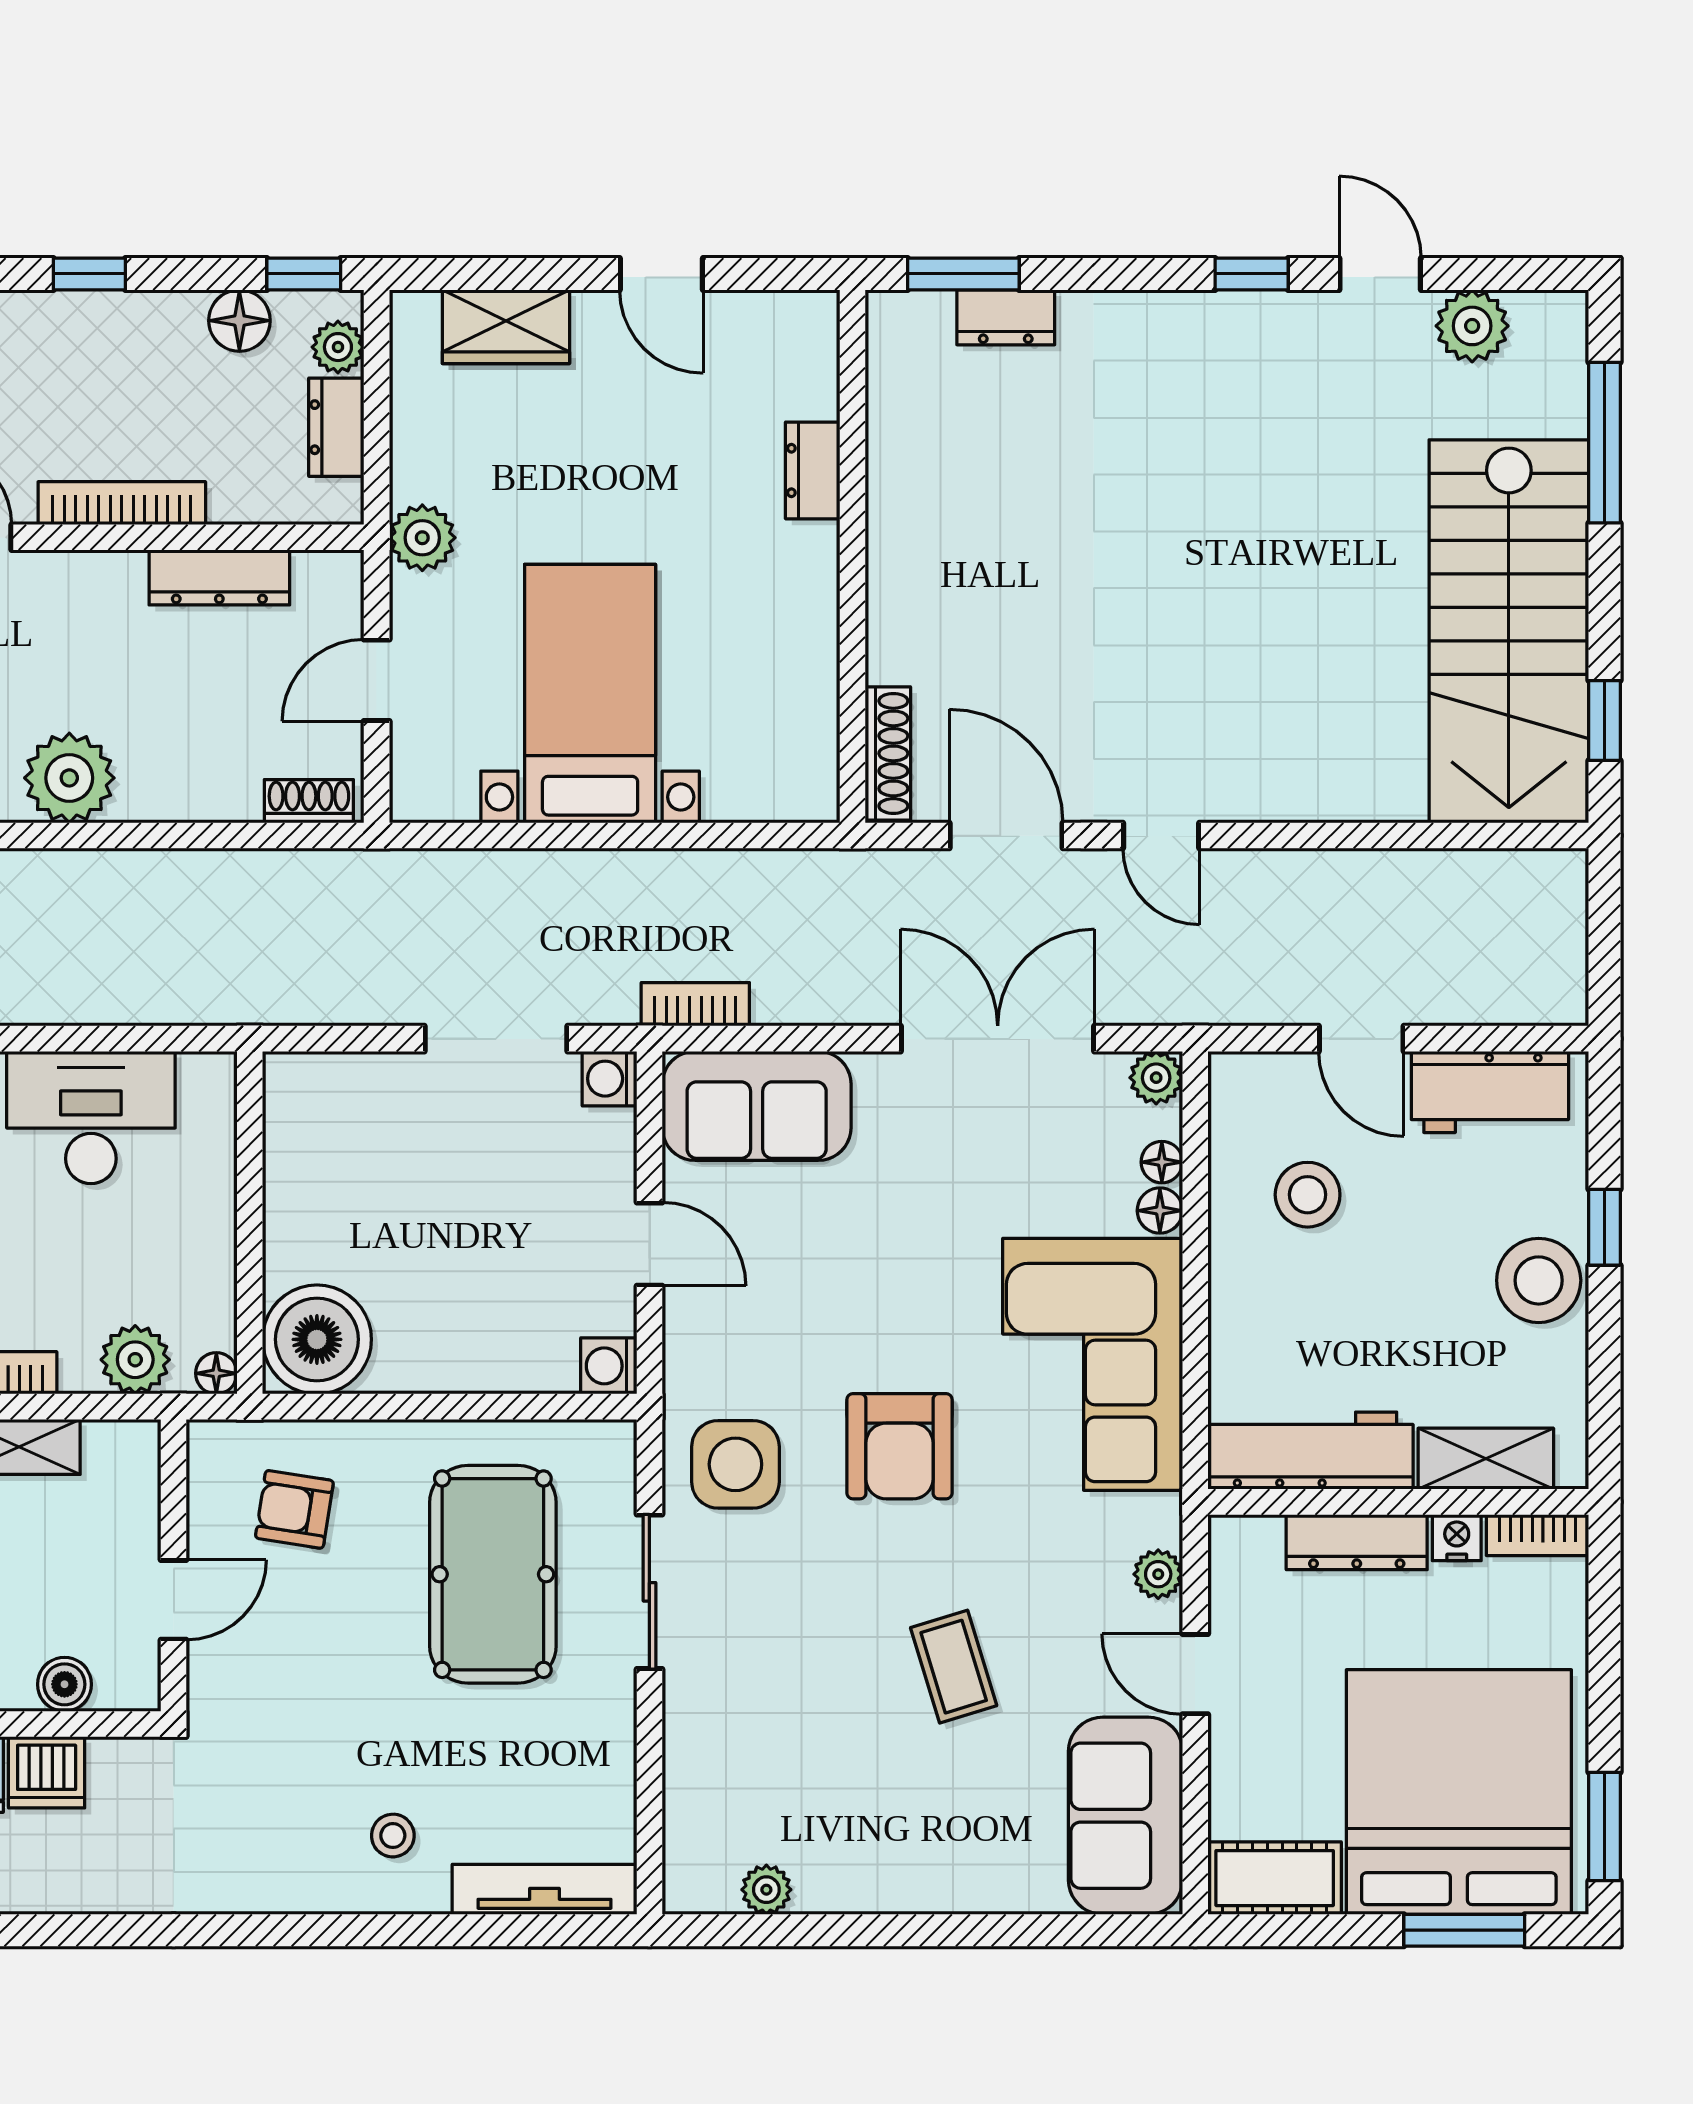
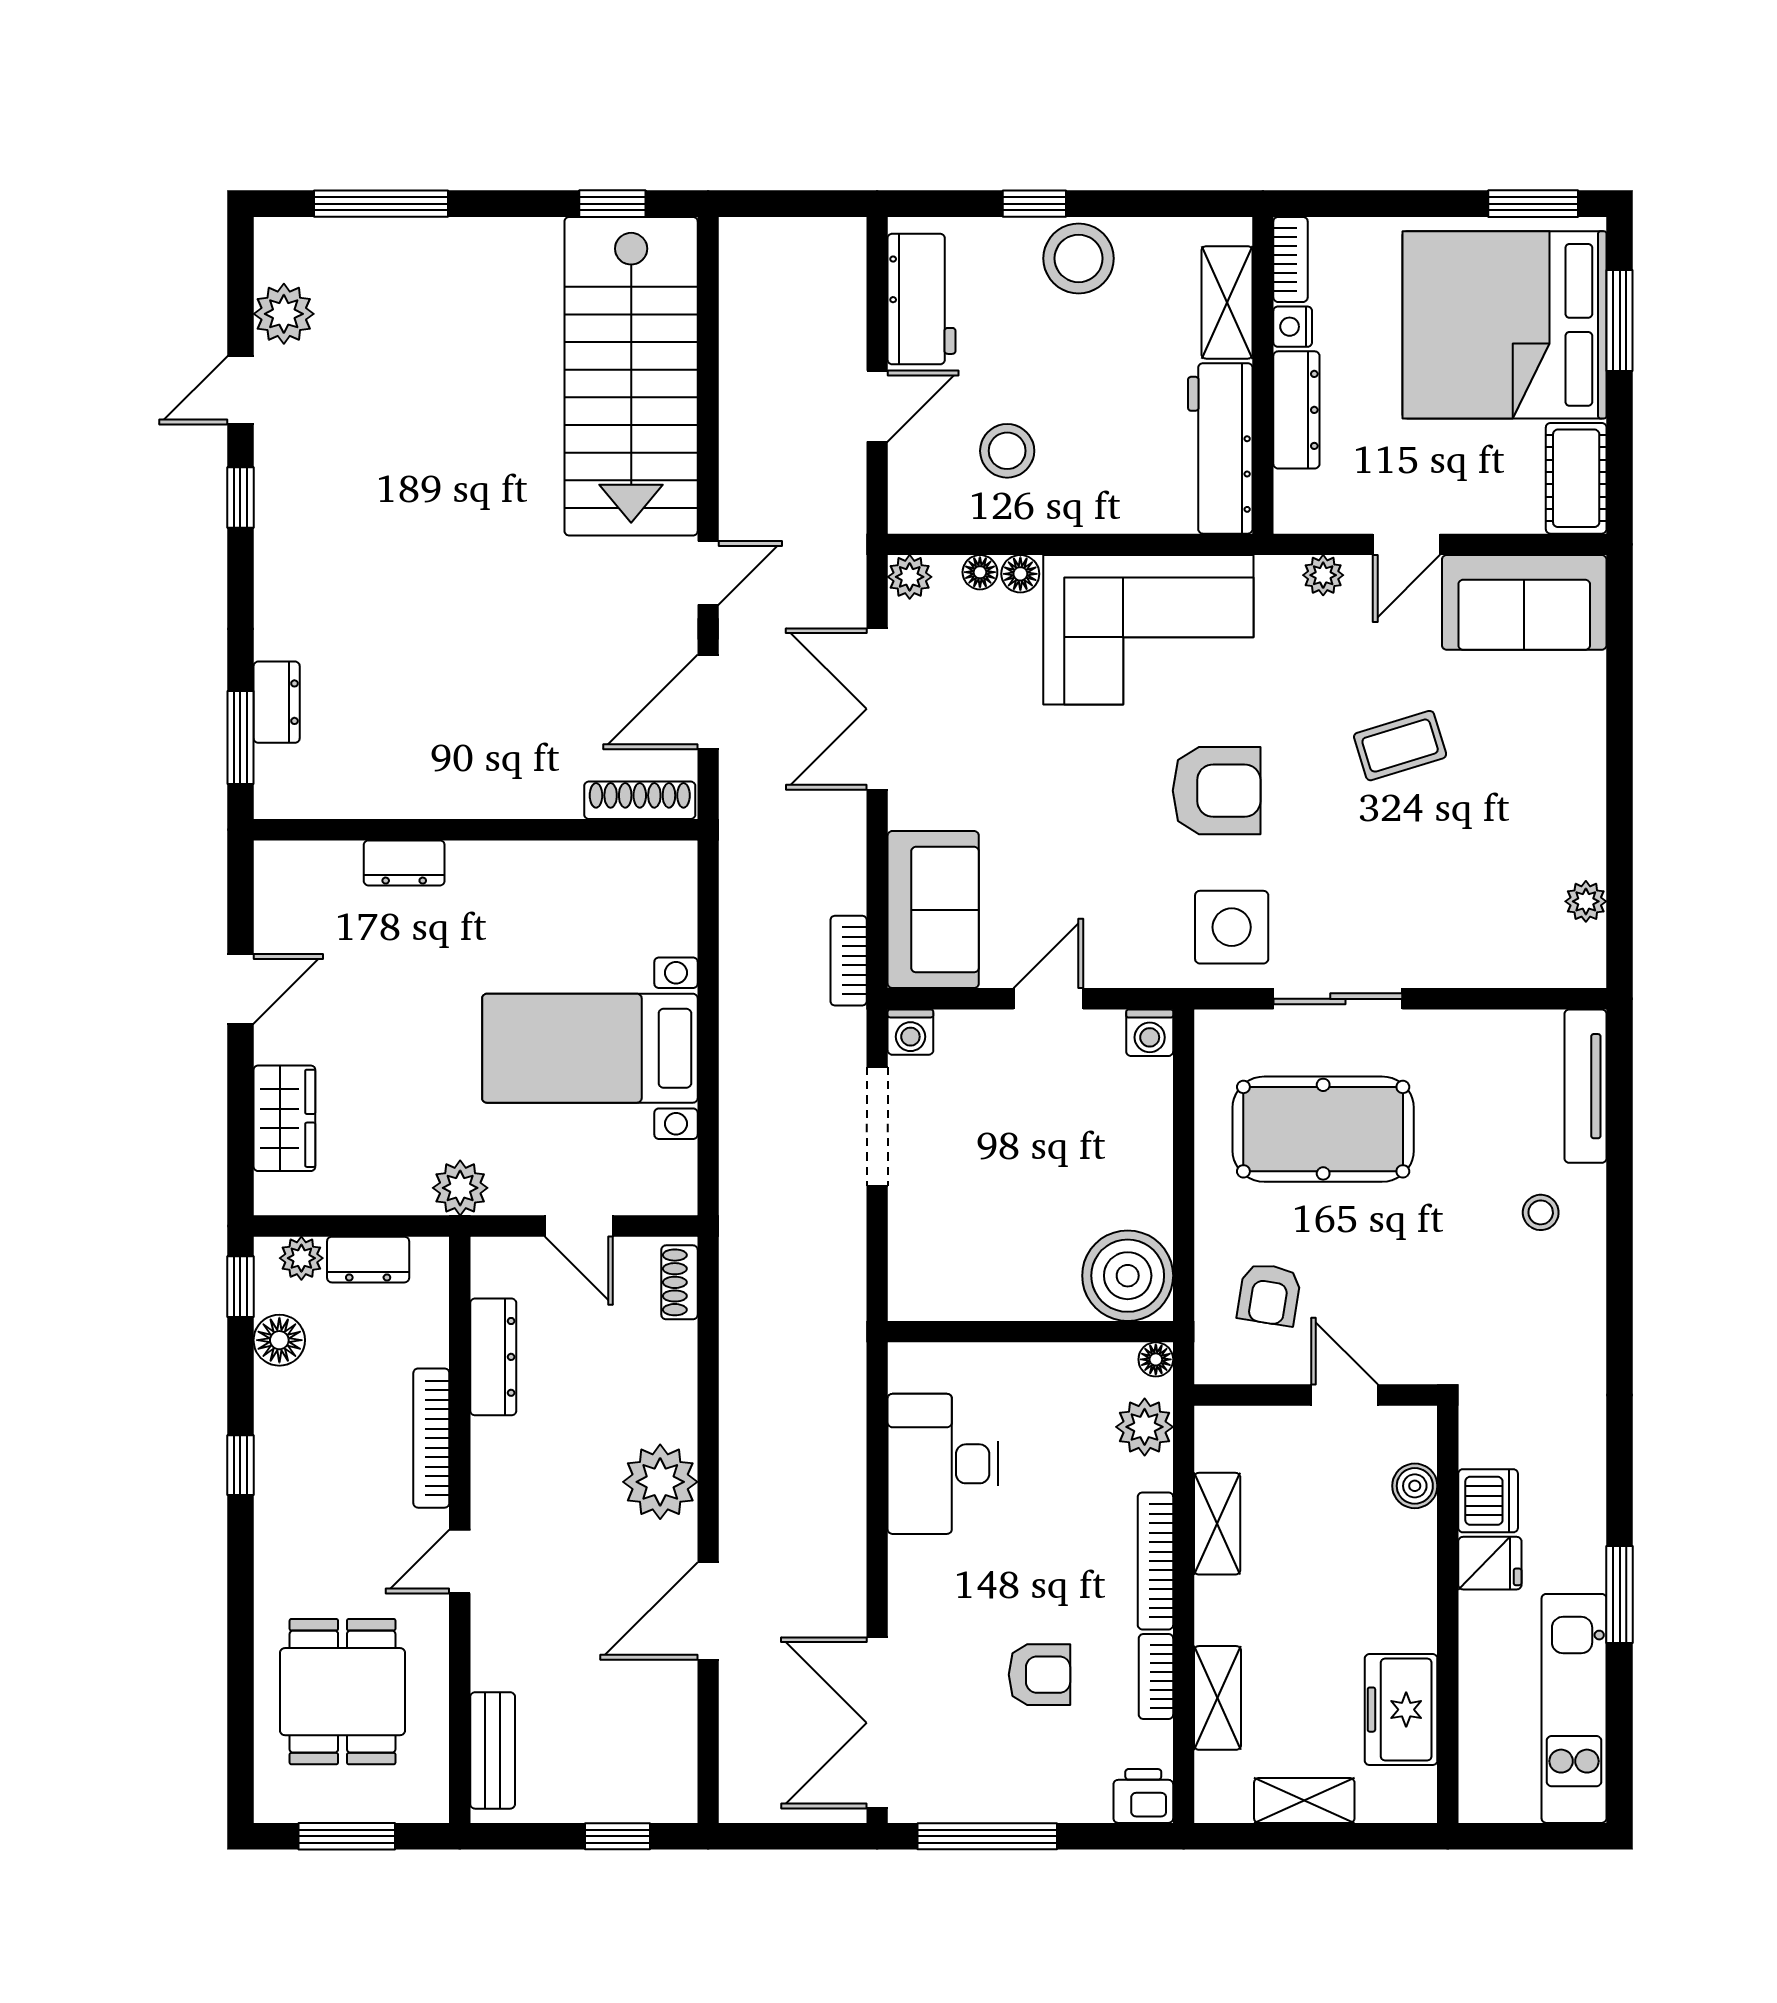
stairs: (1509, 631) -> (631, 376), moved, turned 90

